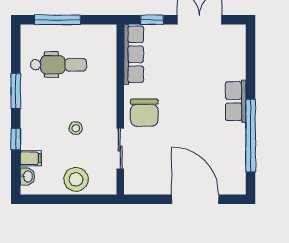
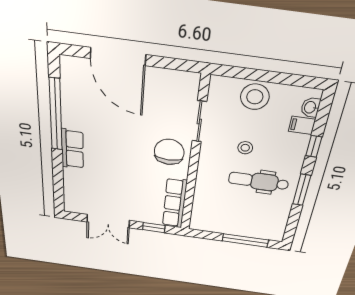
dental chair: (58, 65) -> (259, 181), moved

